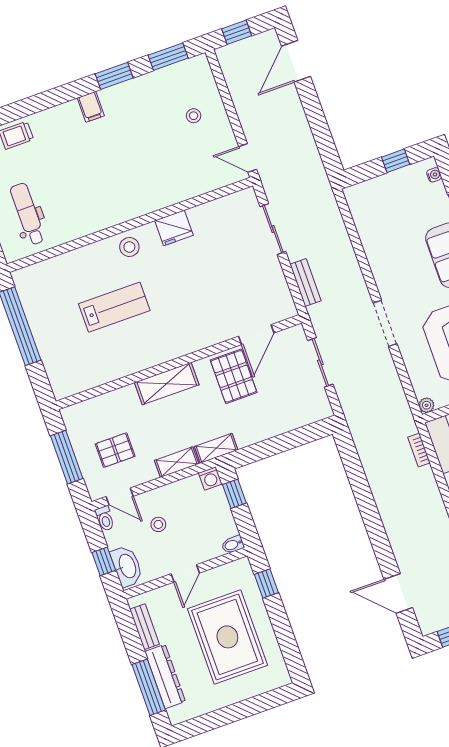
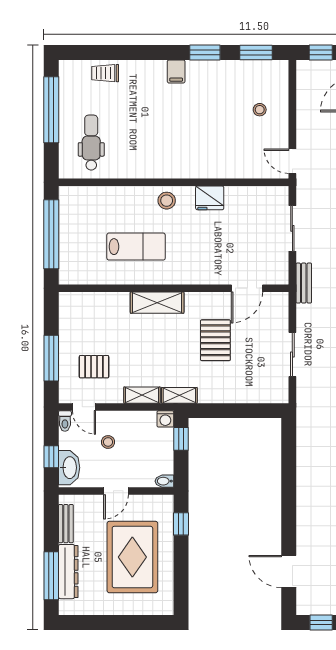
door: (256, 335) -> (247, 288), moved
wall: (179, 362) -> (174, 288), moved
shelving: (167, 384) -> (157, 303), moved

